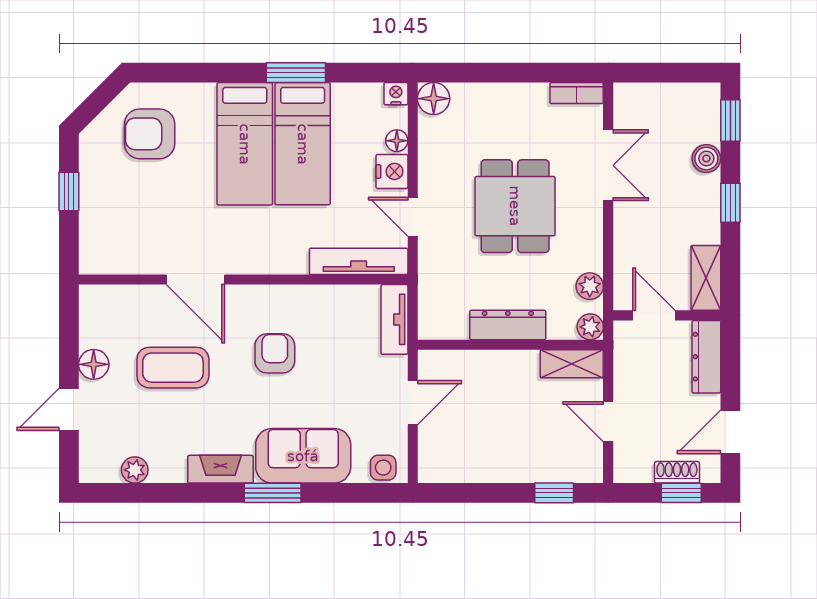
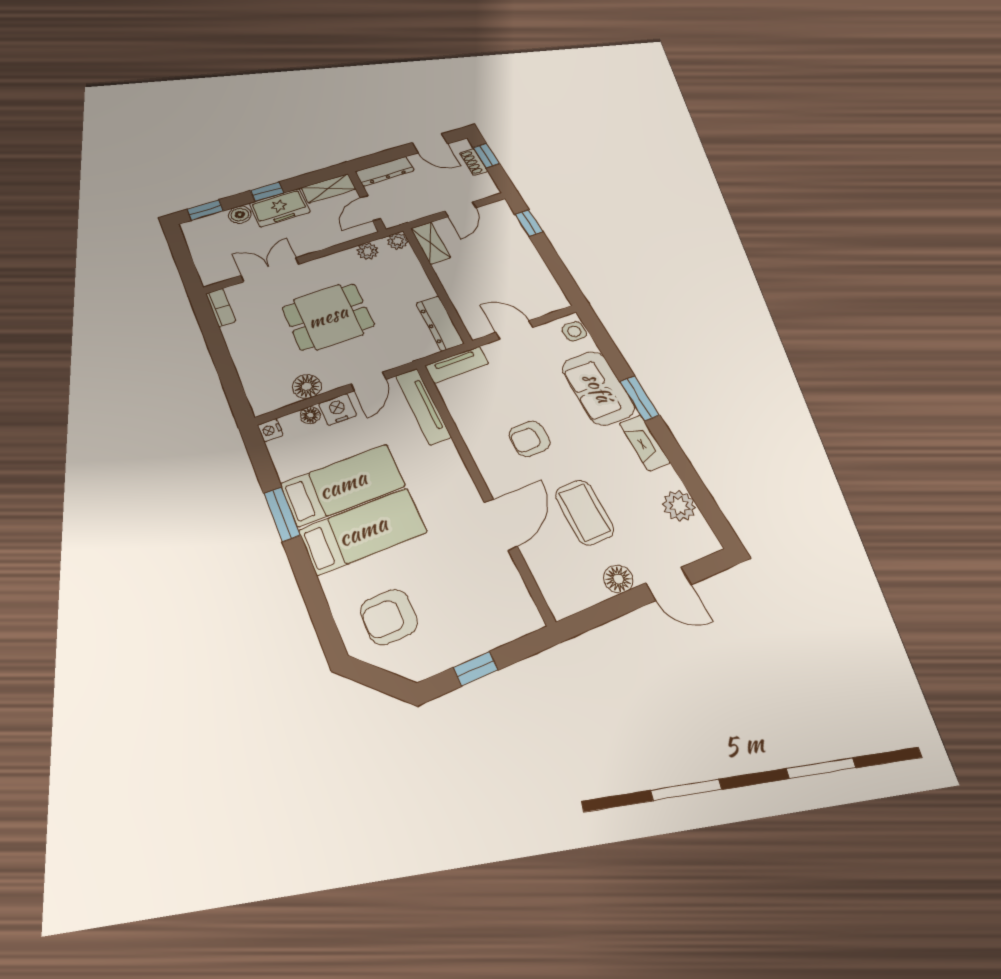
floor lamp: (434, 99) -> (307, 386), moved
armchair: (150, 134) -> (389, 617), turned 90
freezer: (699, 209) -> (280, 207), added
dresser: (508, 325) -> (440, 323), moved
plant: (135, 470) -> (679, 506), width x1.38, depth x1.38

